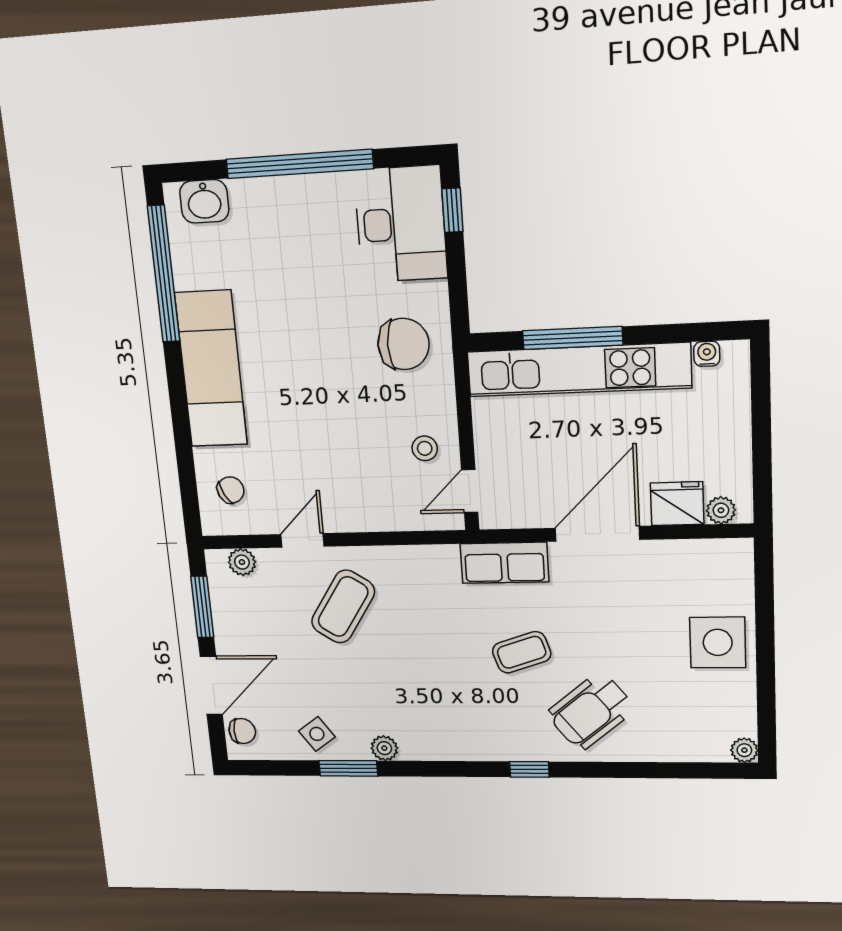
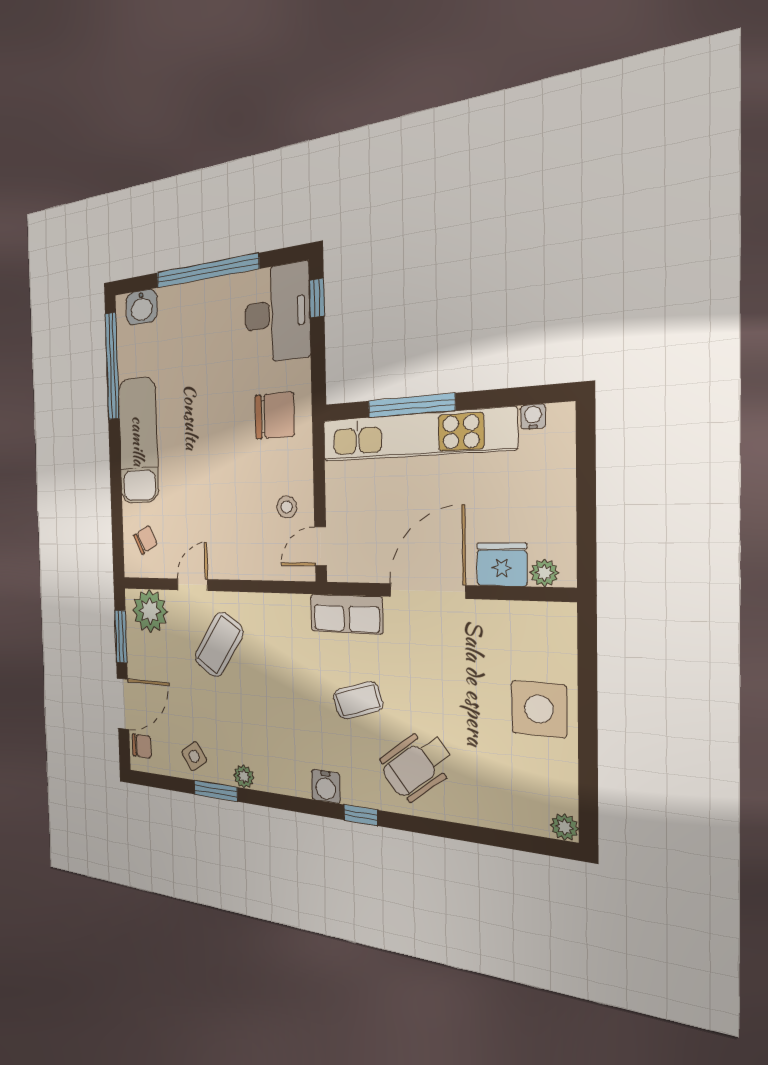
plant: (242, 562) -> (150, 611), width x1.87, depth x1.87
water cooler: (487, 746) -> (326, 786), added

